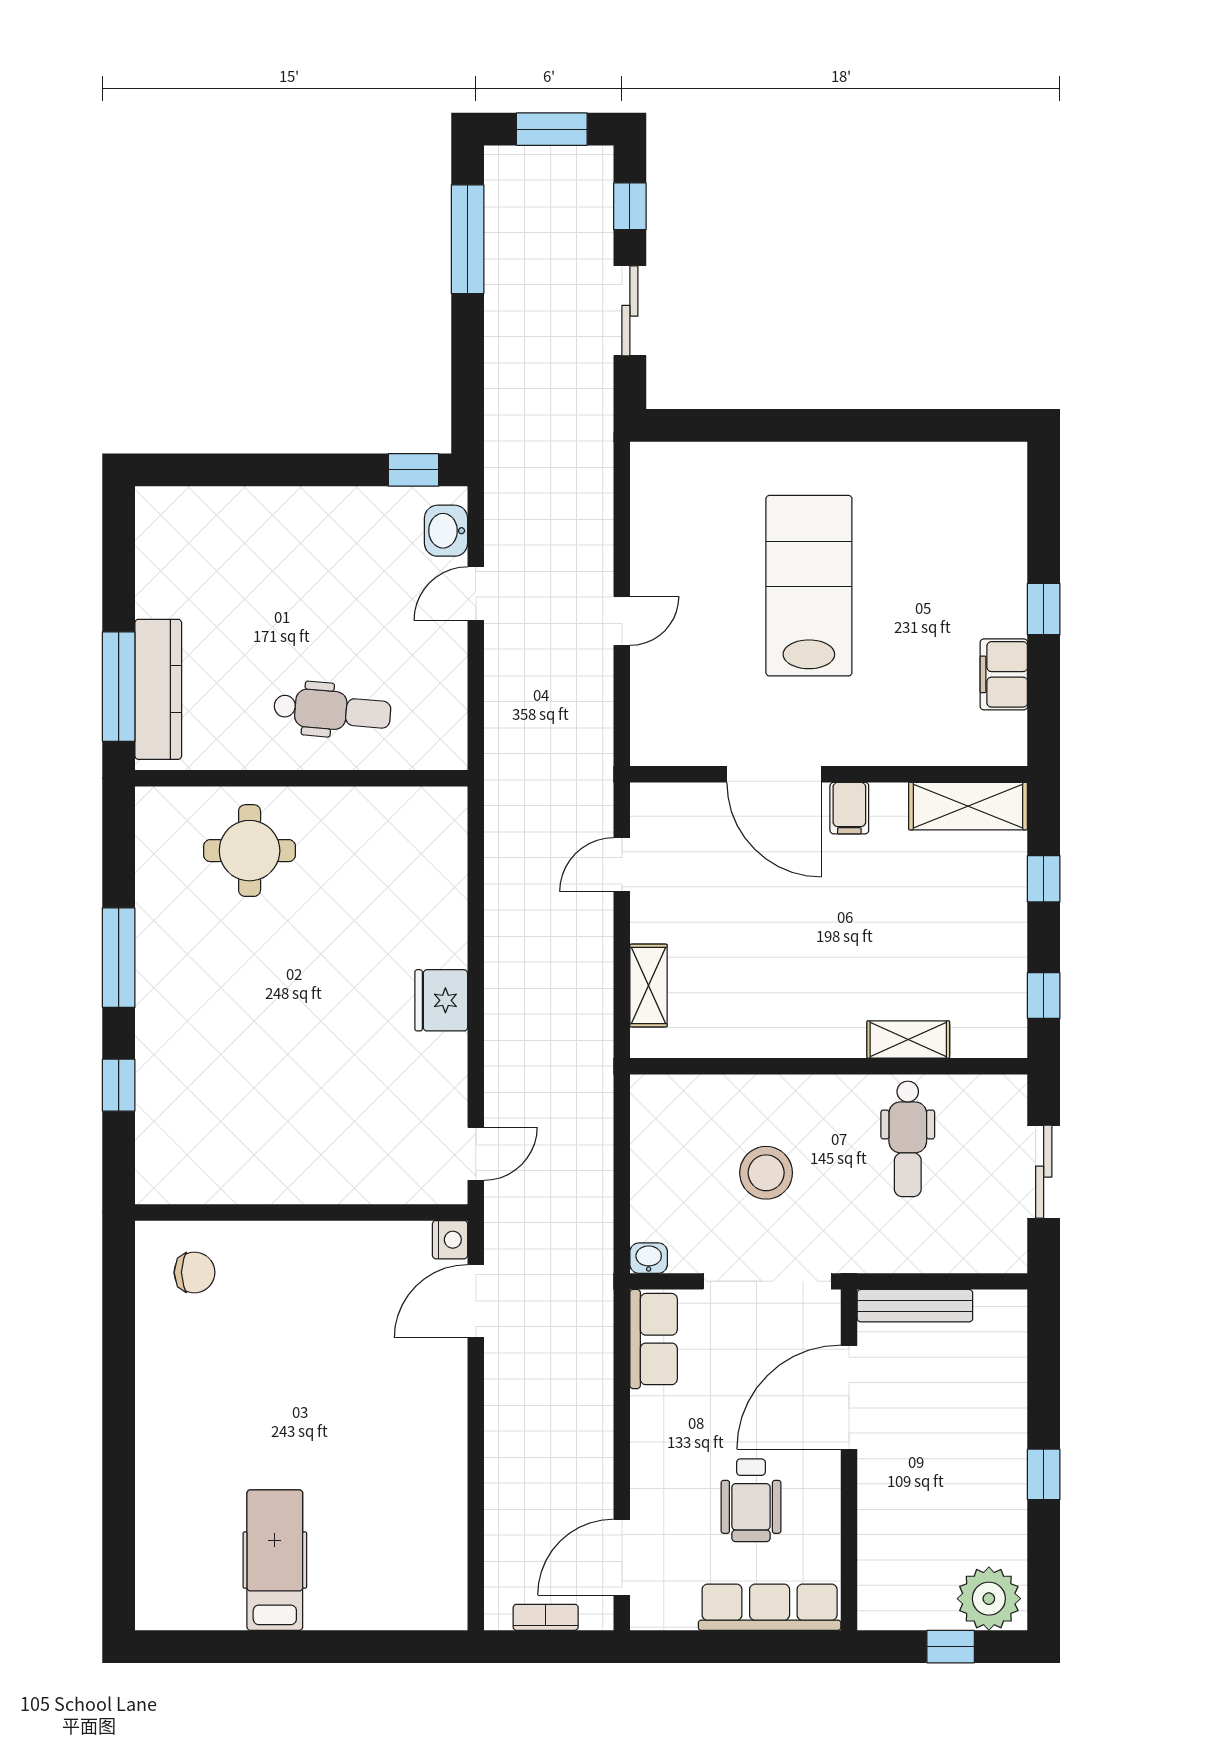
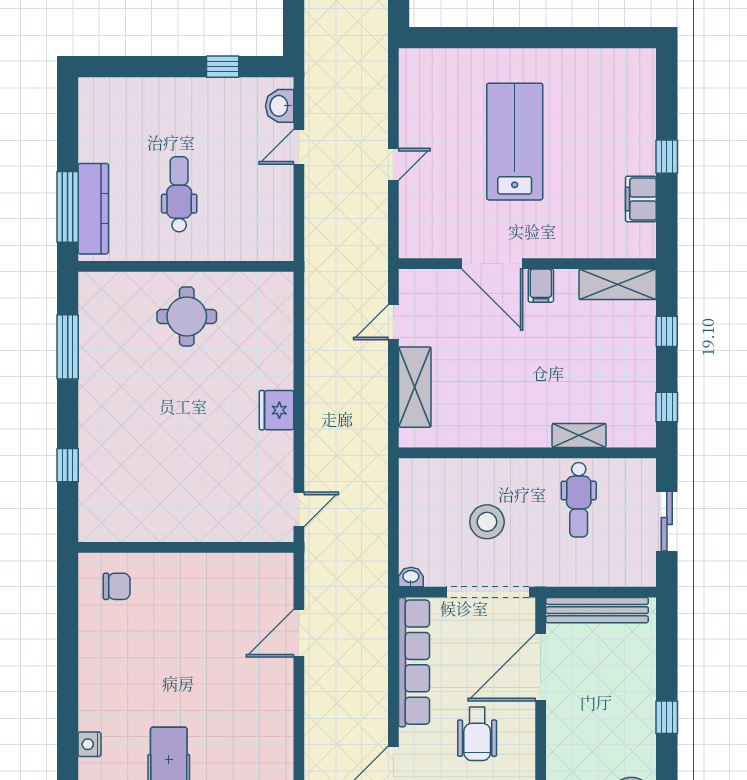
window: (414, 470) -> (223, 67), moved
dental chair: (332, 710) -> (179, 194), moved, turned -95
round table: (250, 851) -> (187, 316), moved
window: (119, 958) -> (68, 347), moved
shelving: (649, 985) -> (415, 387), width x1.50, depth x1.33
nightstand: (450, 1240) -> (90, 744), moved, turned 180
door: (476, 1301) -> (299, 633), moved
bench: (915, 1306) -> (597, 610), width x1.37, depth x1.21
row of seats: (654, 1339) -> (414, 662), width x2.02

